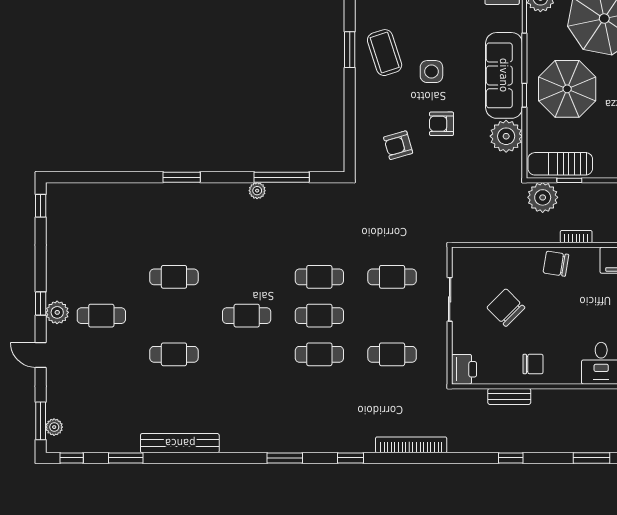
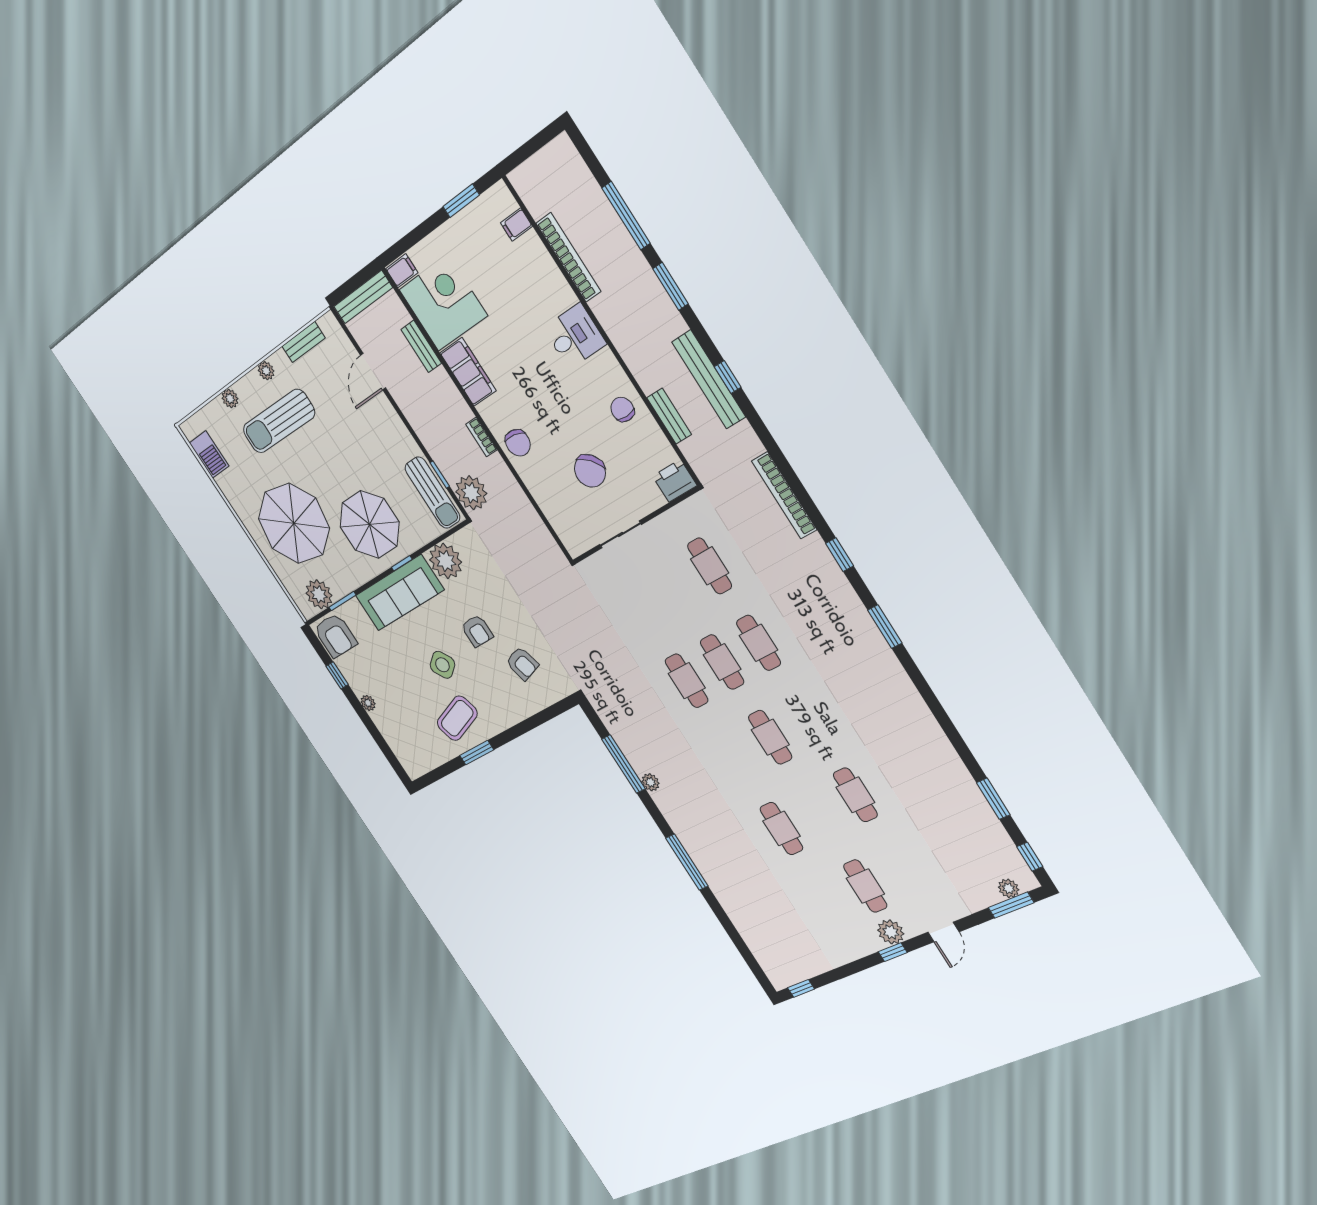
side table: (431, 72) -> (442, 665), turned -35
window: (182, 177) -> (687, 862), width x1.44
cafe table: (392, 277) -> (639, 606), removed
bench: (180, 443) -> (709, 379), moved

